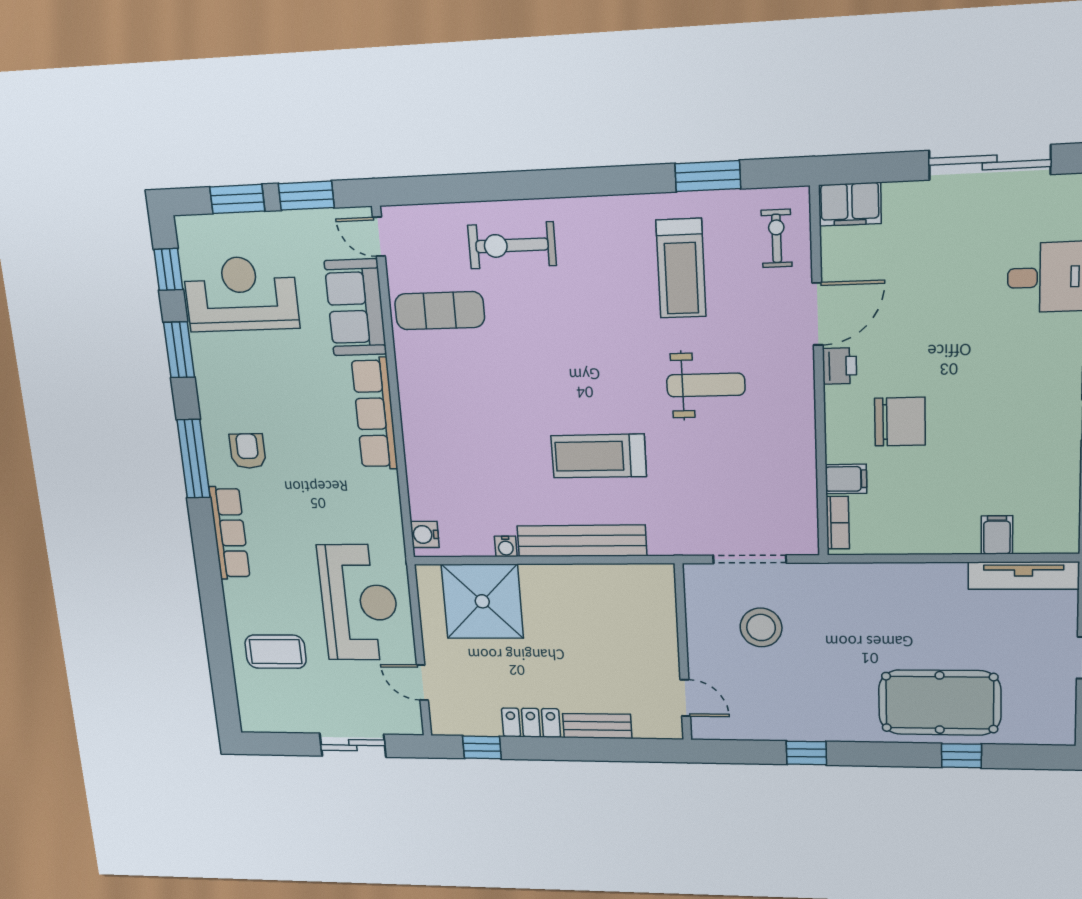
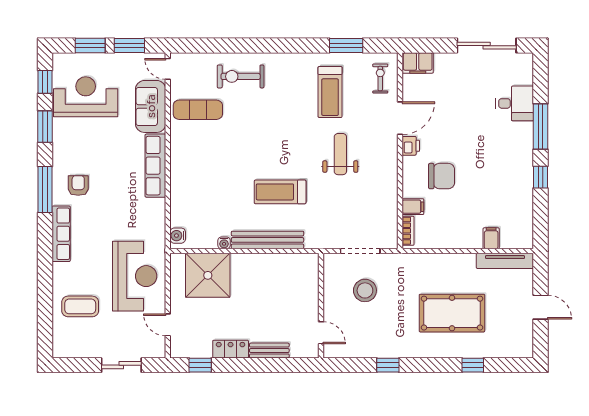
weight bench: (706, 385) -> (340, 154), turned -90
pool table: (940, 703) -> (452, 313), moved

